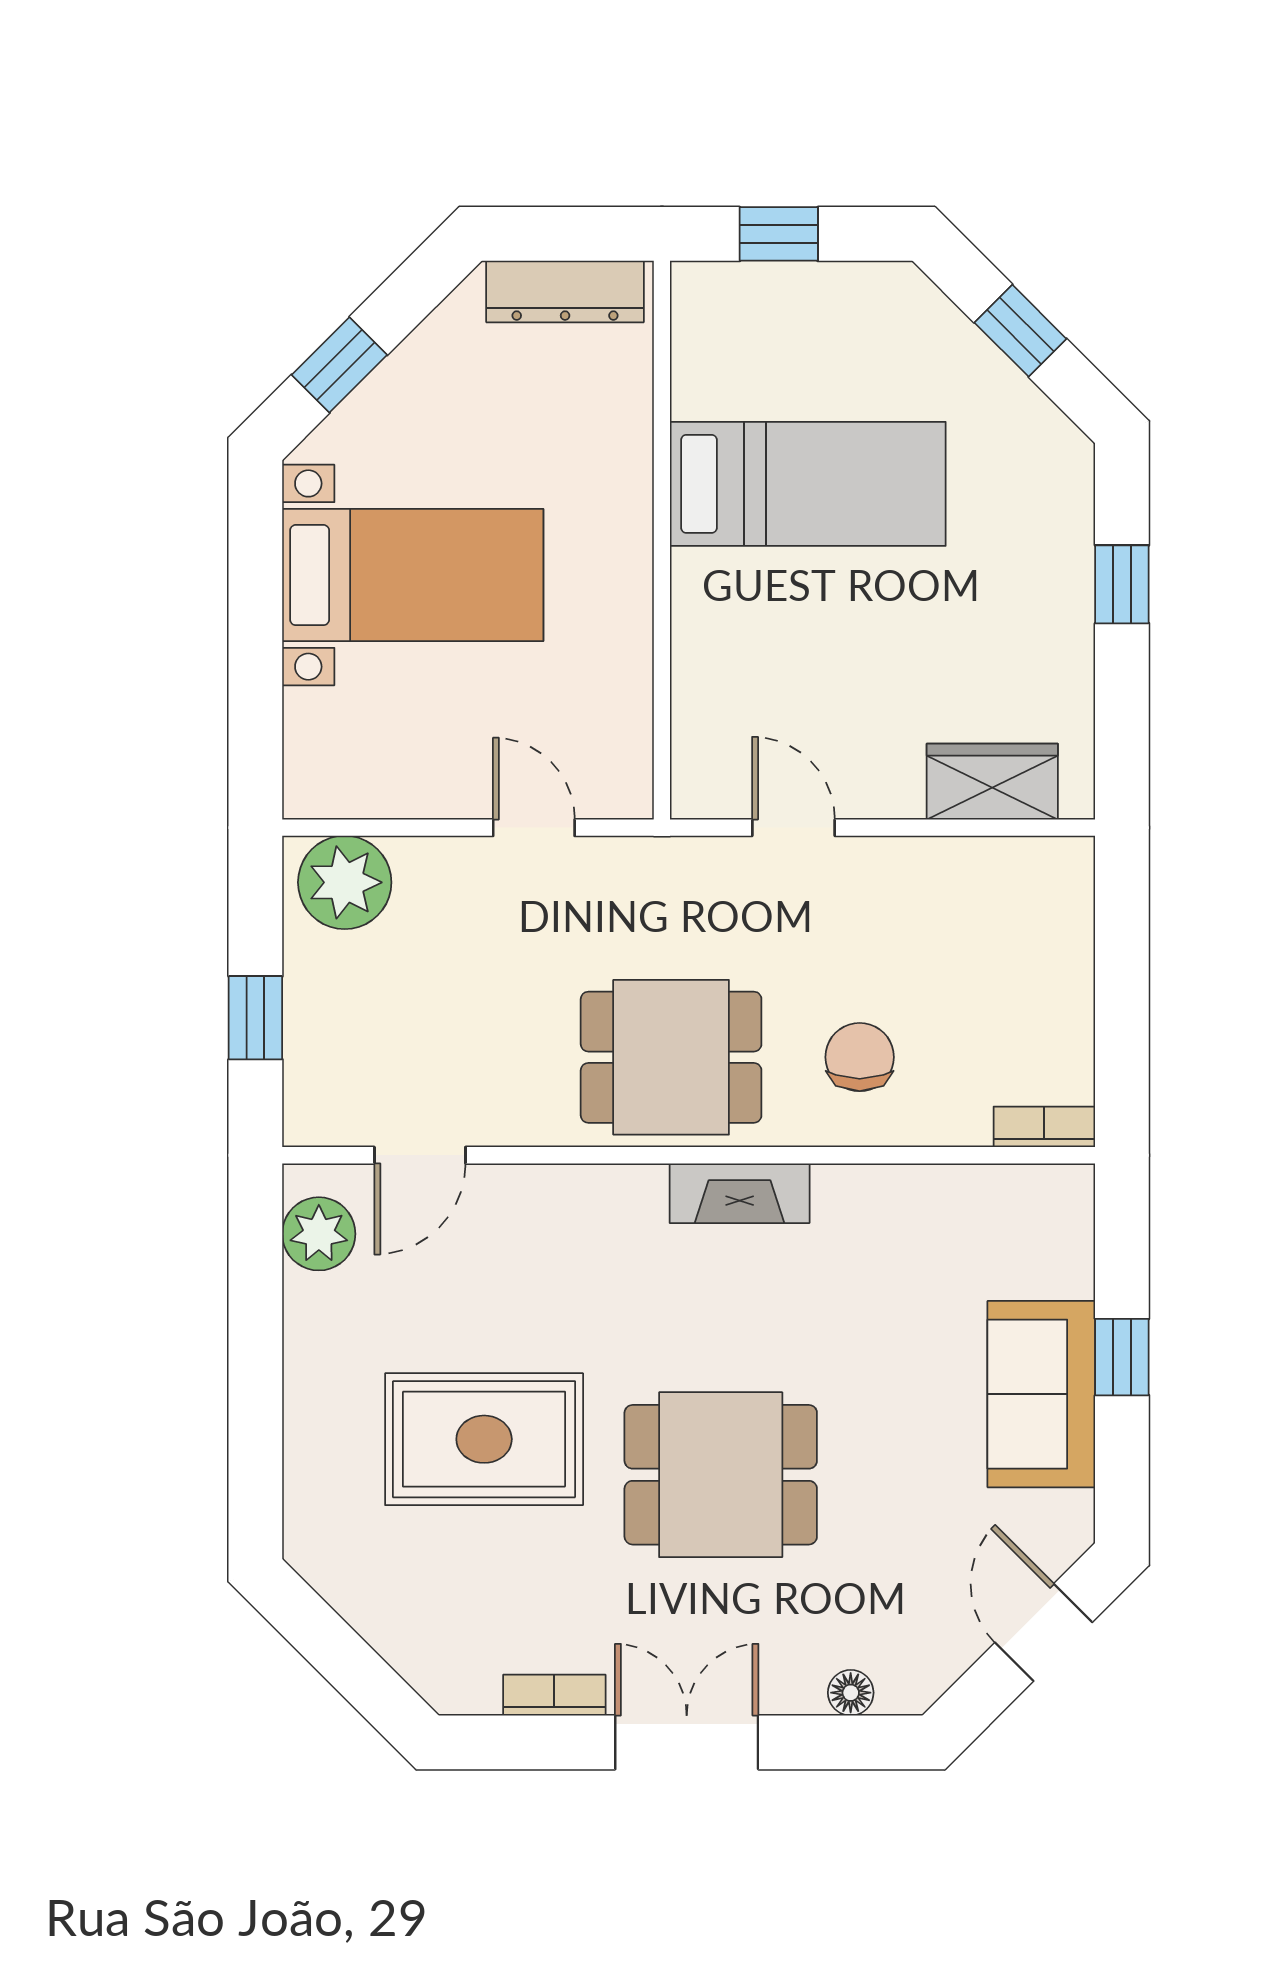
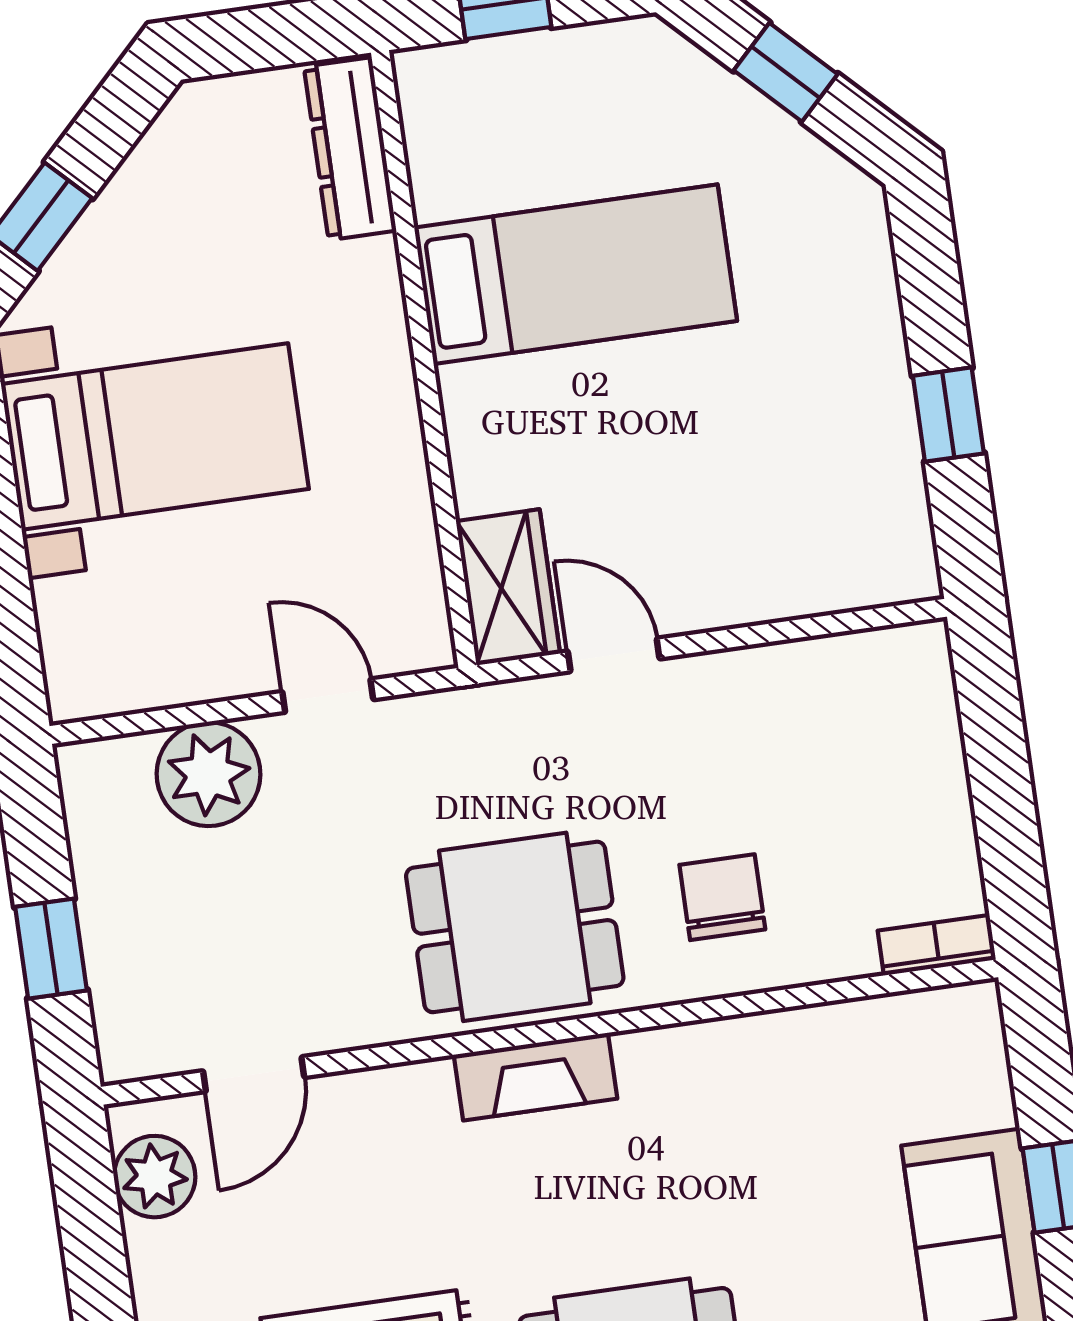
dresser: (565, 292) -> (350, 149), moved, turned 90
window: (1122, 584) -> (948, 415), moved
wardrobe: (992, 782) -> (508, 587), moved, turned 90
plant: (345, 882) -> (208, 774), moved
fireplace: (740, 1193) -> (535, 1077), moved

